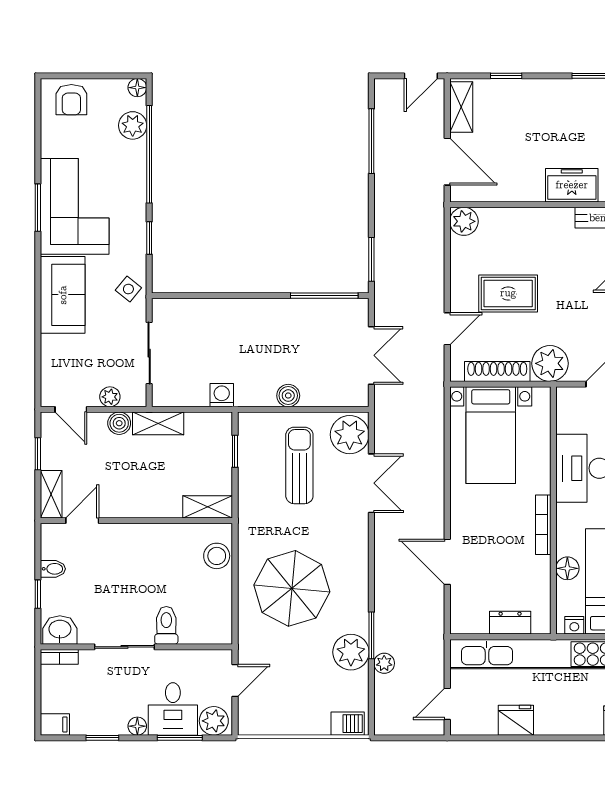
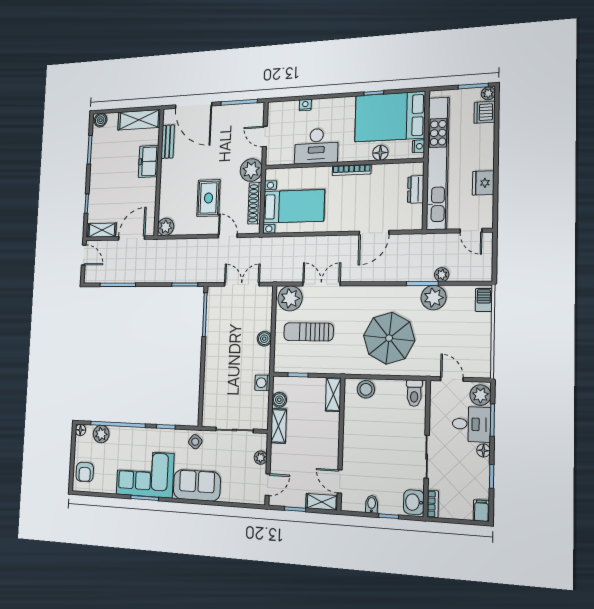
armchair: (71, 100) -> (85, 472), turned 90
boiler: (119, 423) -> (279, 400), moved
toilet: (166, 625) -> (414, 393), moved, turned -90

